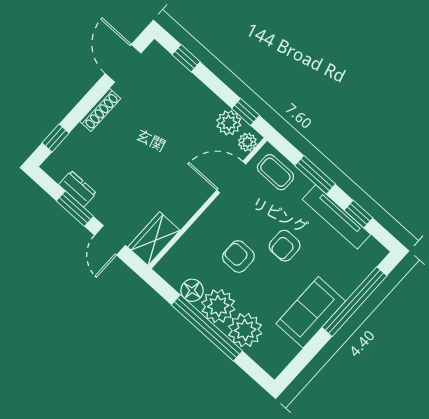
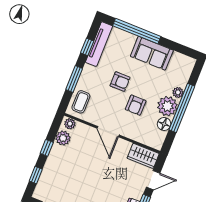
window: (246, 112) -> (47, 148), moved
door: (231, 177) -> (108, 132), moved
tv unit: (337, 217) -> (99, 44), moved
plant: (245, 330) -> (178, 92), width x0.53, depth x0.53

